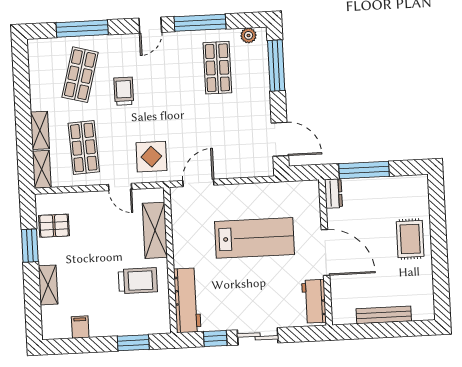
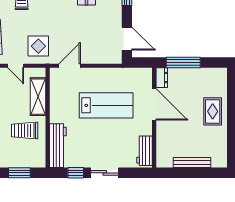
door: (325, 253) -> (154, 104), moved
trolley: (138, 281) -> (25, 131), turned 180

